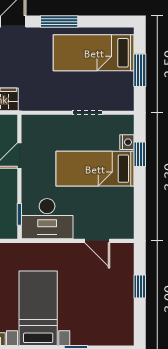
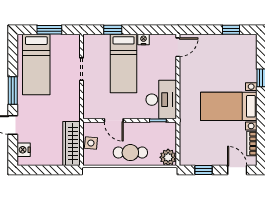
nightstand: (127, 142) -> (144, 40), moved
door: (97, 241) -> (178, 47), moved
window: (140, 286) -> (231, 30), moved

